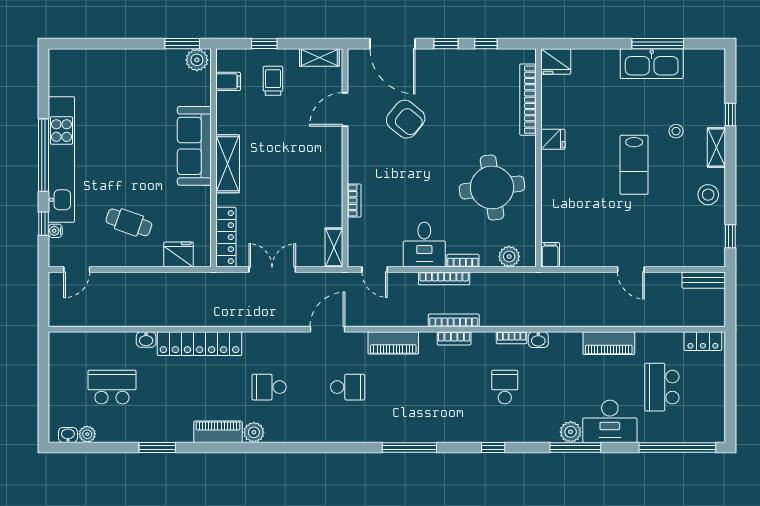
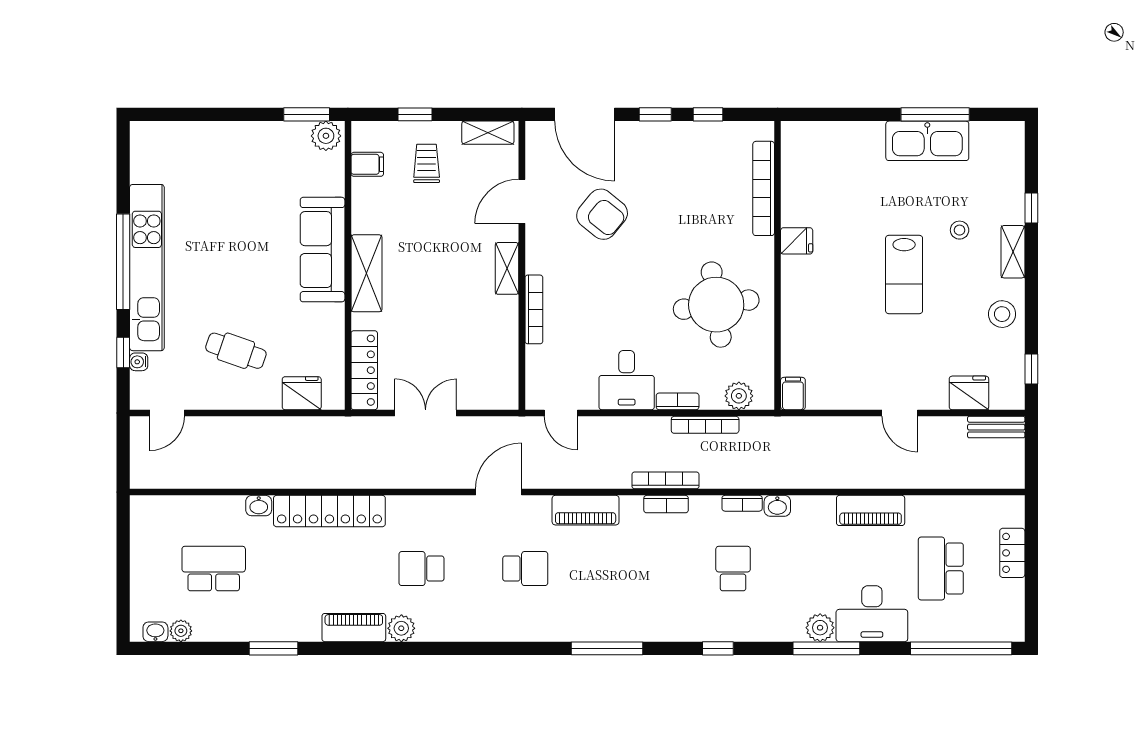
fridge: (556, 61) -> (969, 393), moved, turned 180
bookcase: (354, 201) -> (534, 309), width x1.56
shelving: (334, 247) -> (507, 268), moved
bookcase: (444, 278) -> (705, 425), moved
locker: (703, 341) -> (1012, 553), moved, turned 90

